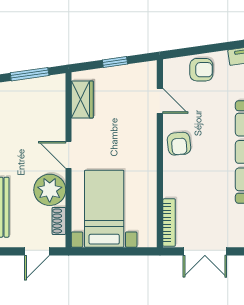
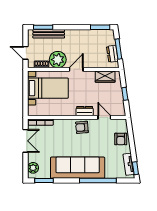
dresser: (39, 86) -> (112, 54), added
door: (160, 101) -> (104, 117), swing flipped
dresser: (148, 139) -> (85, 111), added
double door: (205, 251) -> (26, 141), swing flipped

